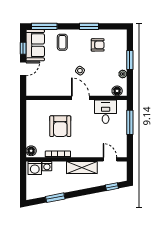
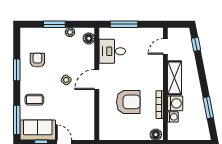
washing machine: (35, 168) -> (175, 103), moved

